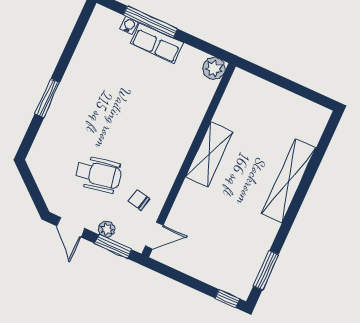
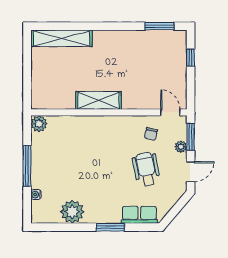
window: (150, 22) -> (27, 166), moved
row of seats: (157, 43) -> (139, 215), moved, turned -90
plant: (88, 60) -> (72, 212), added
shelving: (289, 181) -> (61, 38), moved
window: (227, 299) -> (191, 57), moved

